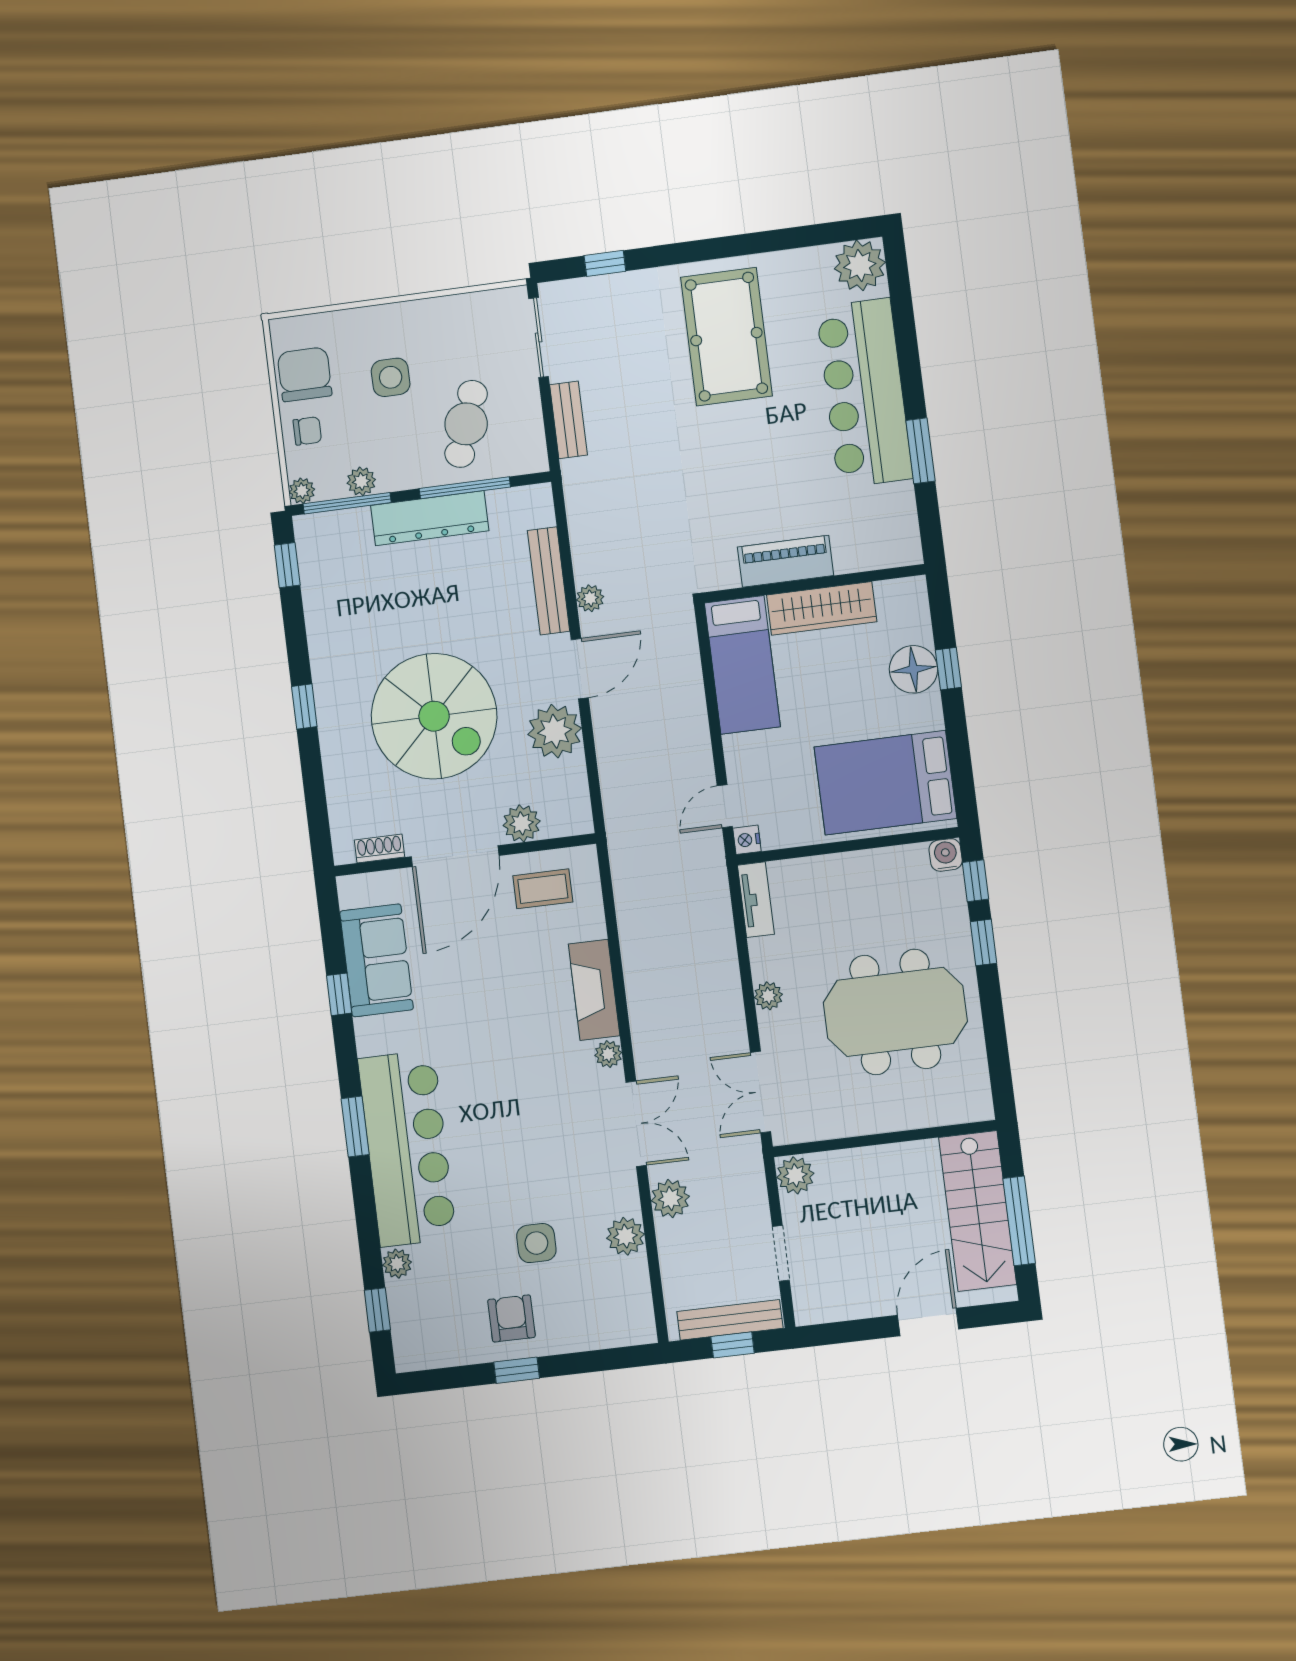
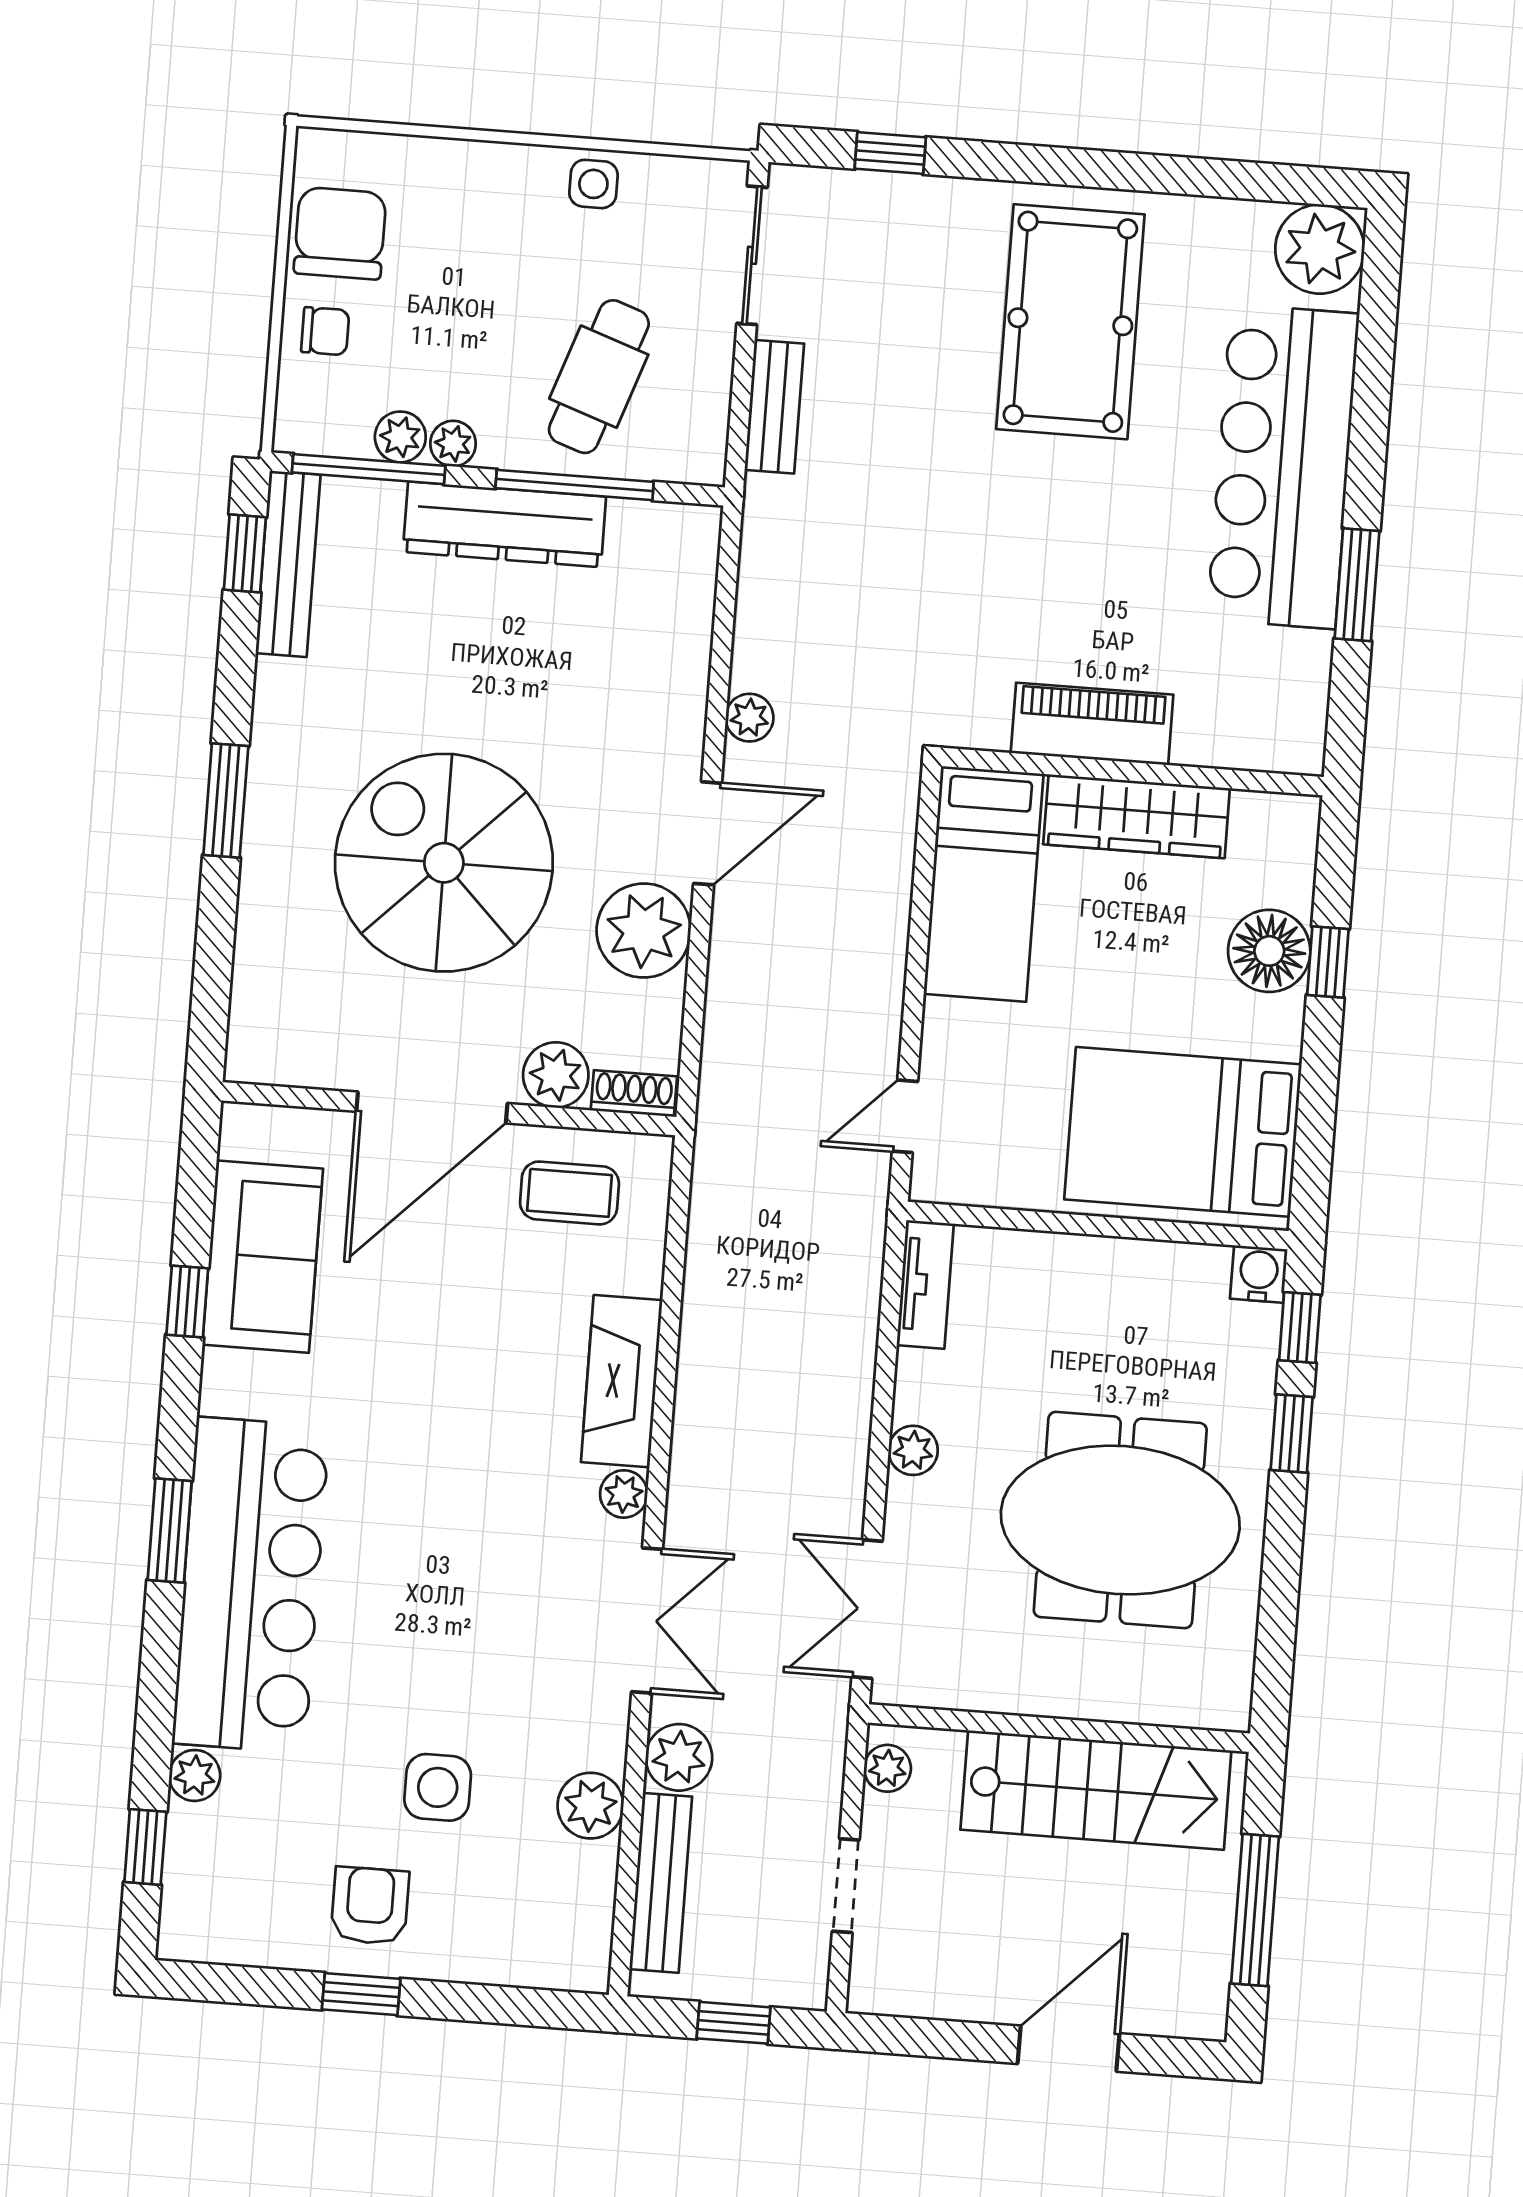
side table: (391, 377) -> (593, 184), moved, width x0.73, depth x0.73
plant: (302, 491) -> (453, 444), moved
bench: (549, 581) -> (288, 564), moved
window: (304, 706) -> (226, 801), width x1.50
spiral stairs: (434, 716) -> (444, 863), turned 180
nightstand: (747, 840) -> (931, 1181), removed
shoe rack: (379, 848) -> (634, 1093), moved
plant: (795, 1175) -> (887, 1768), width x0.73, depth x0.73
stairs: (978, 1211) -> (1096, 1790), moved, turned -90
bench: (730, 1320) -> (661, 1883), moved, turned 90

